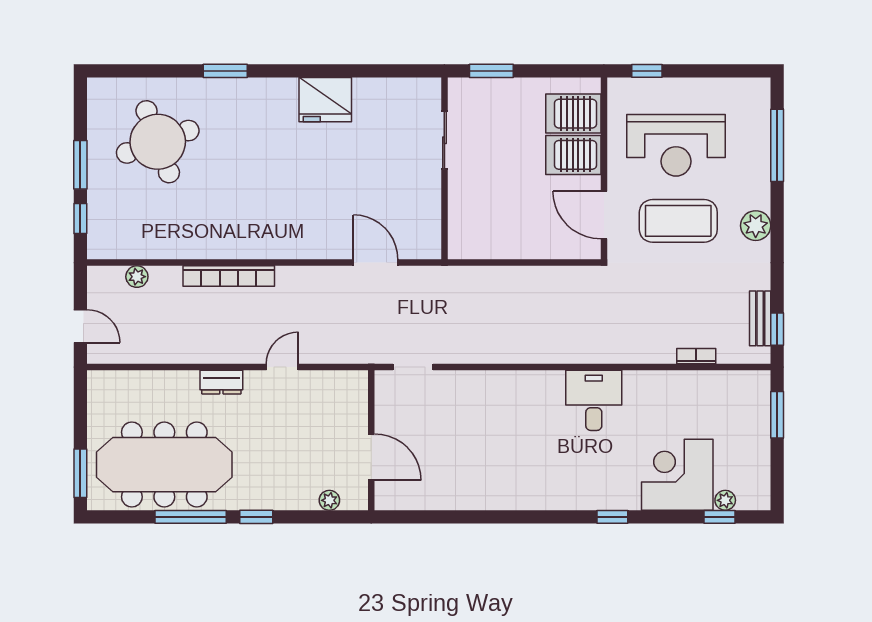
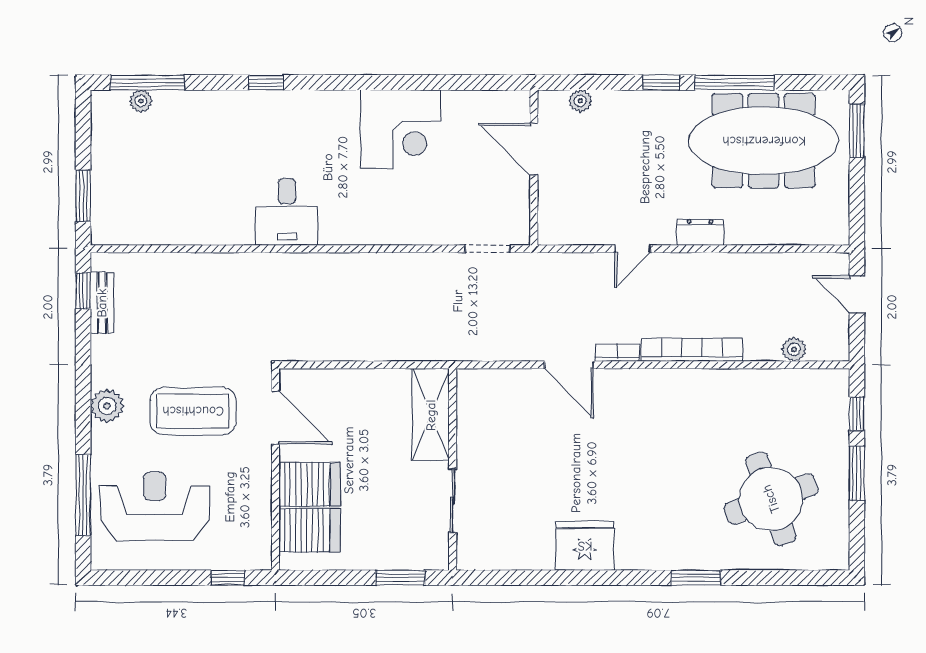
reception desk: (676, 145) -> (155, 506), moved
shelving: (464, 218) -> (431, 415), added
door: (376, 263) -> (569, 365), moved
bookcase: (696, 356) -> (617, 353), moved, turned 180
corner desk: (677, 475) -> (401, 129), moved
window: (719, 517) -> (147, 82), width x2.17

